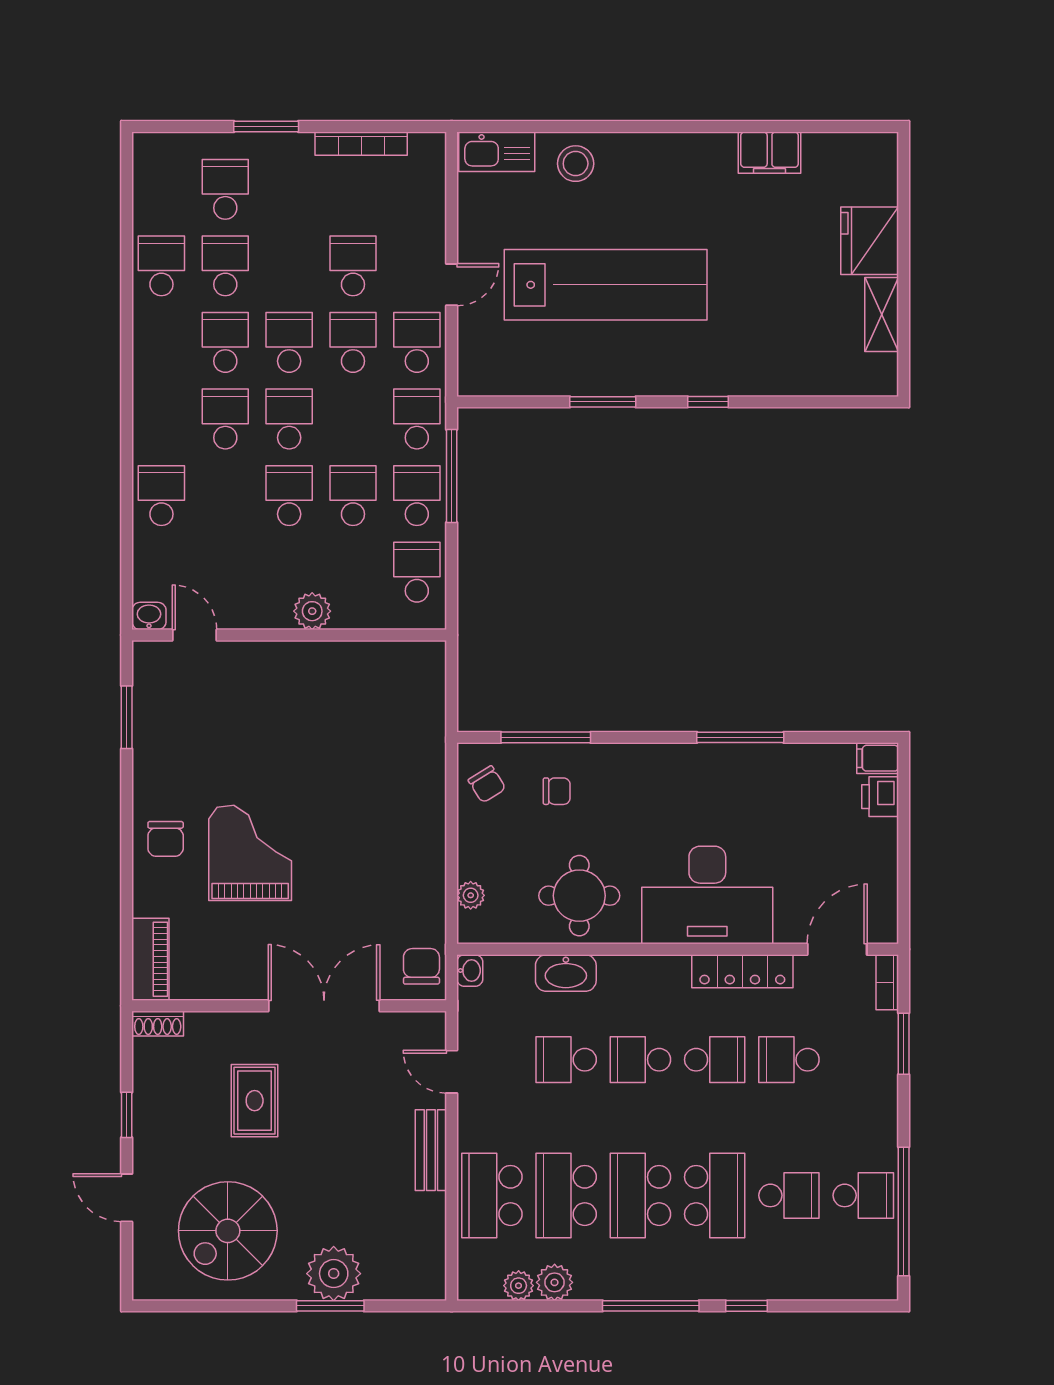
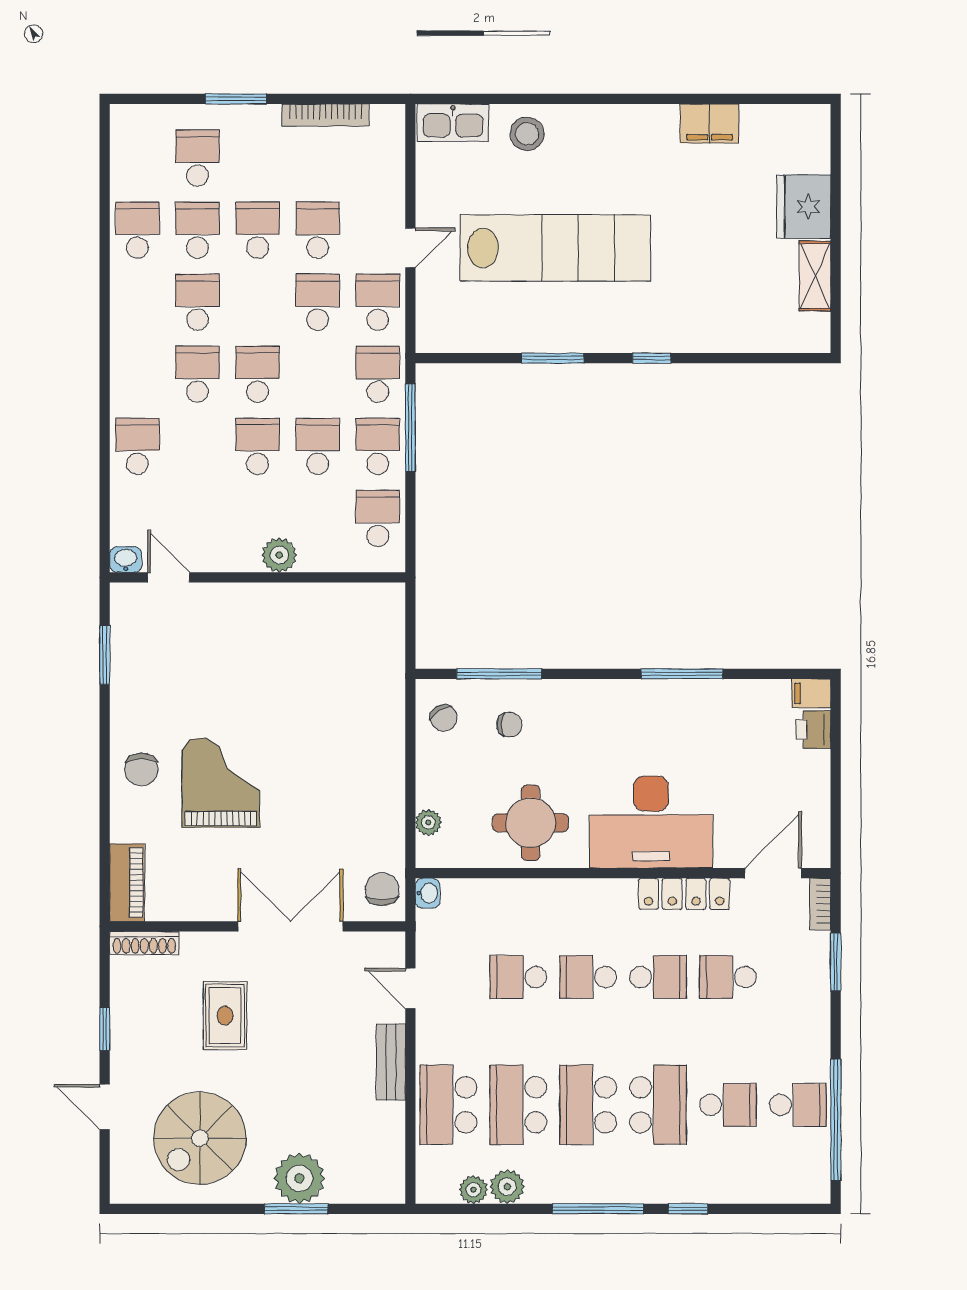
school desk: (289, 342) -> (258, 230), moved
washbasin: (566, 973) -> (518, 896), removed
shoe rack: (158, 1024) -> (144, 943), width x1.43

